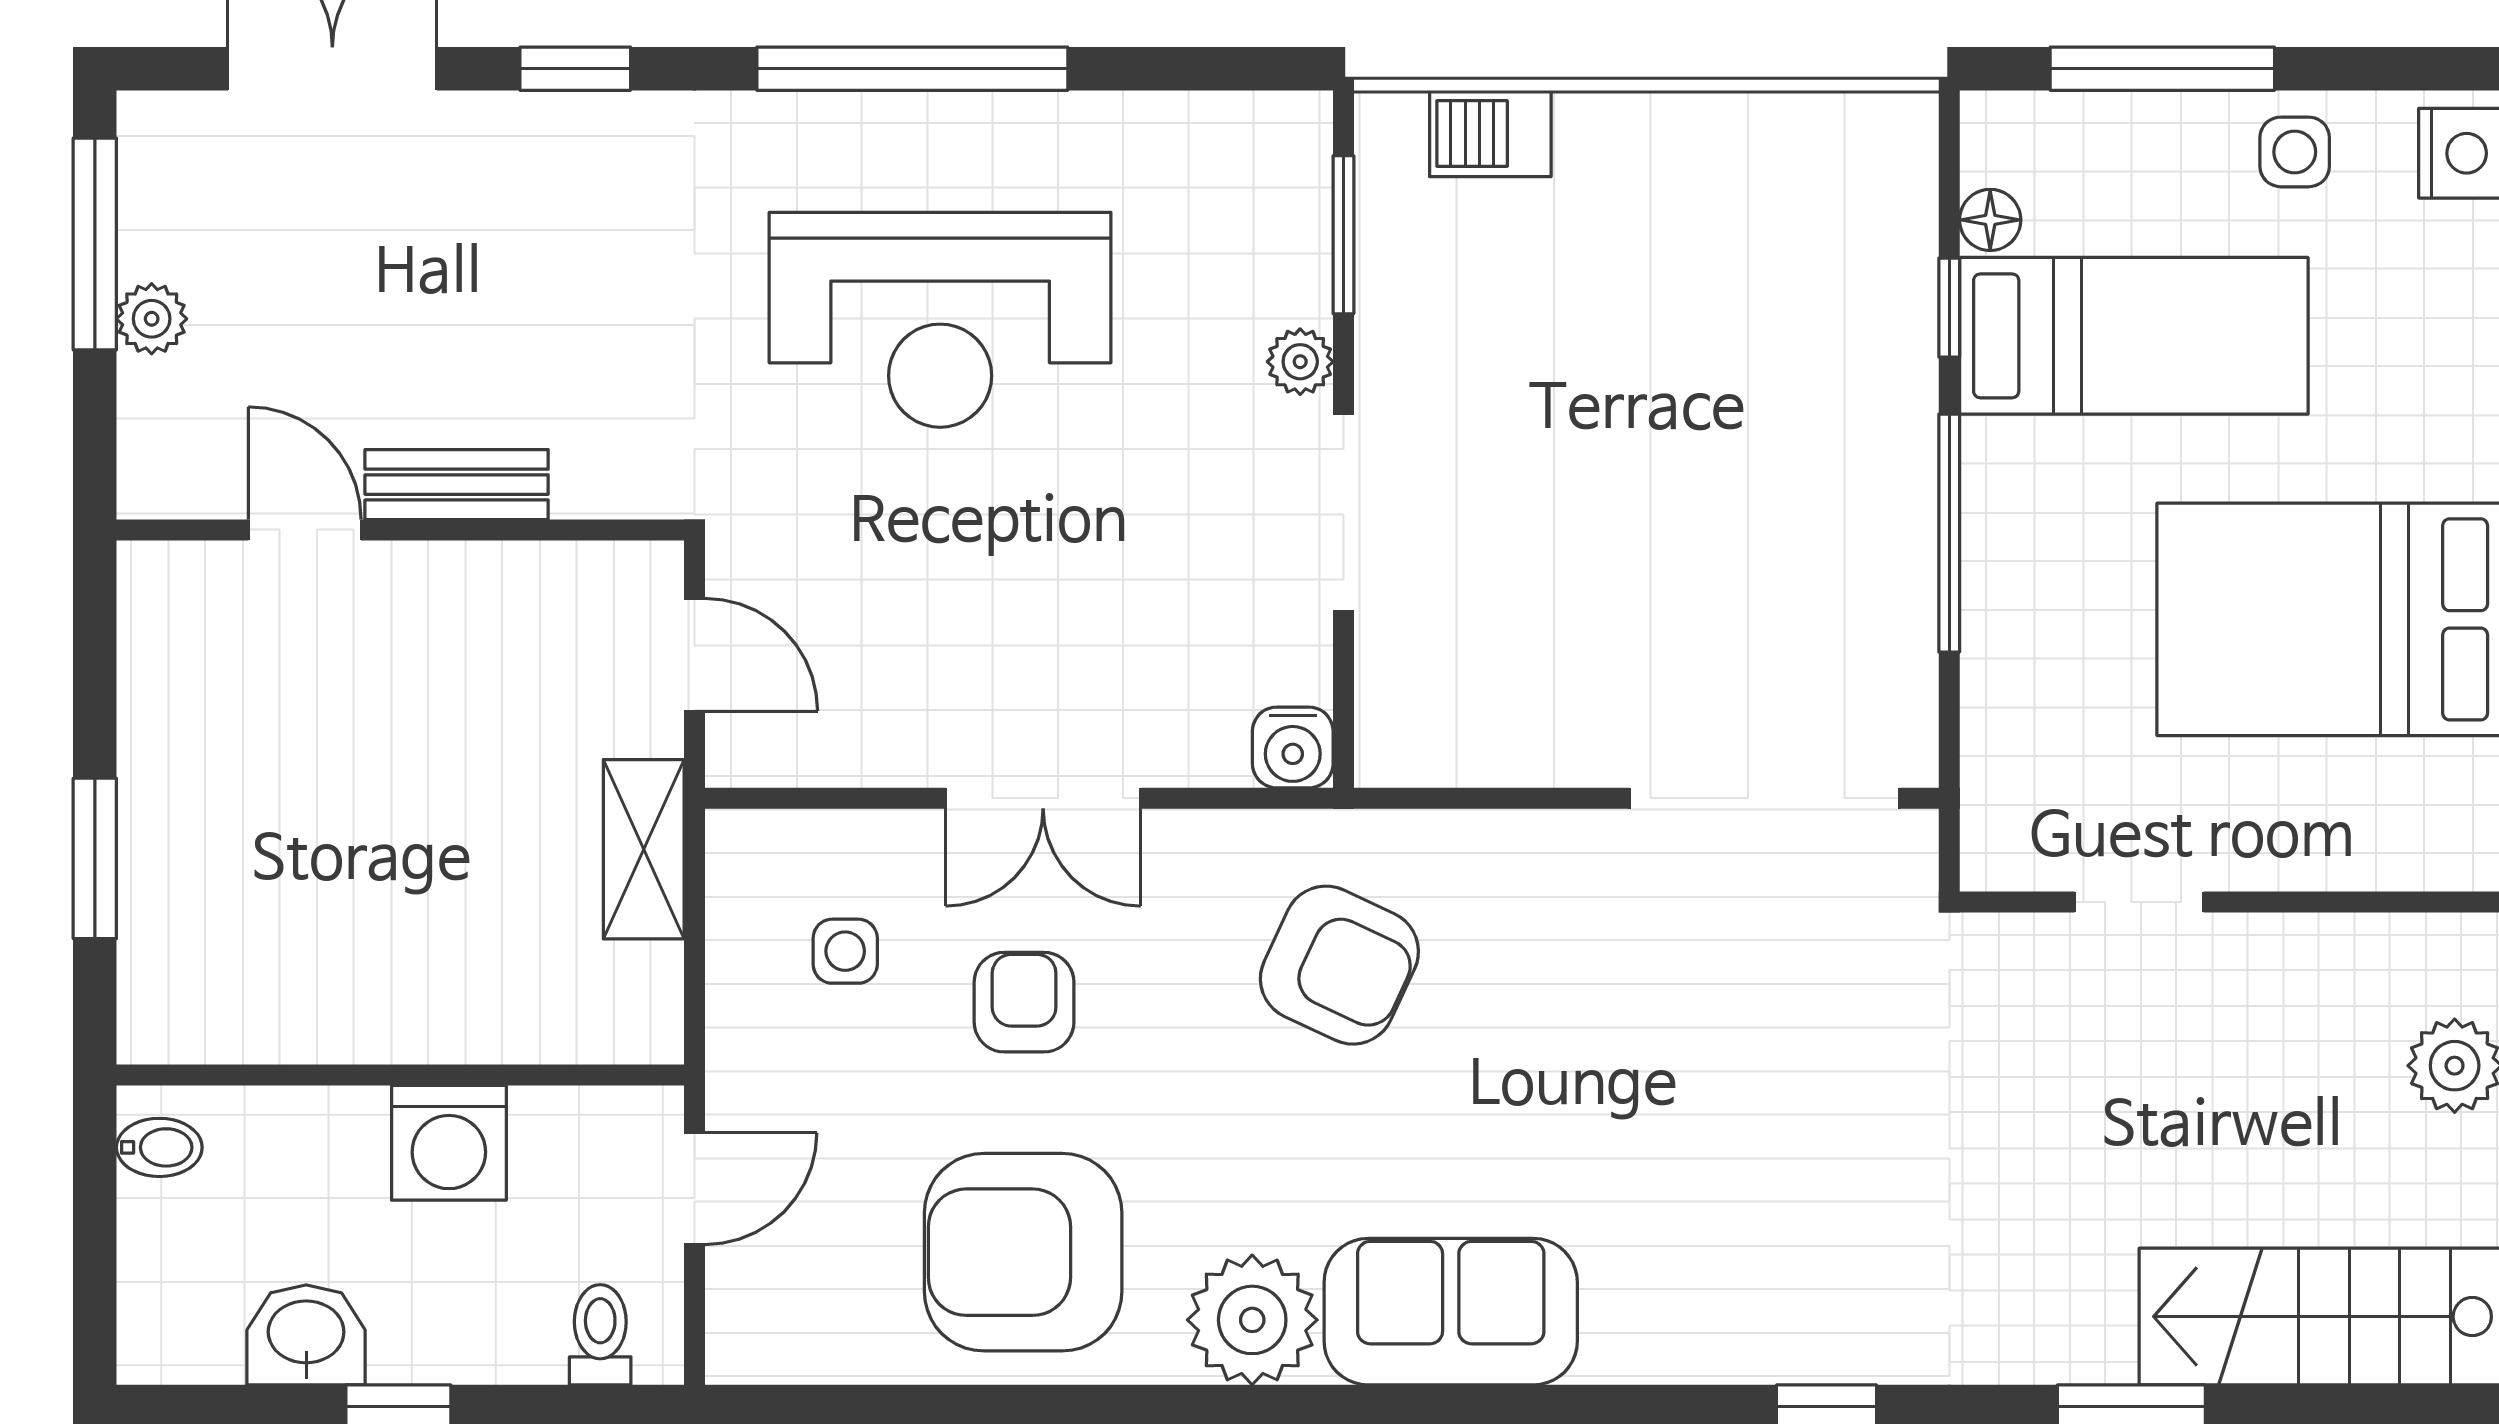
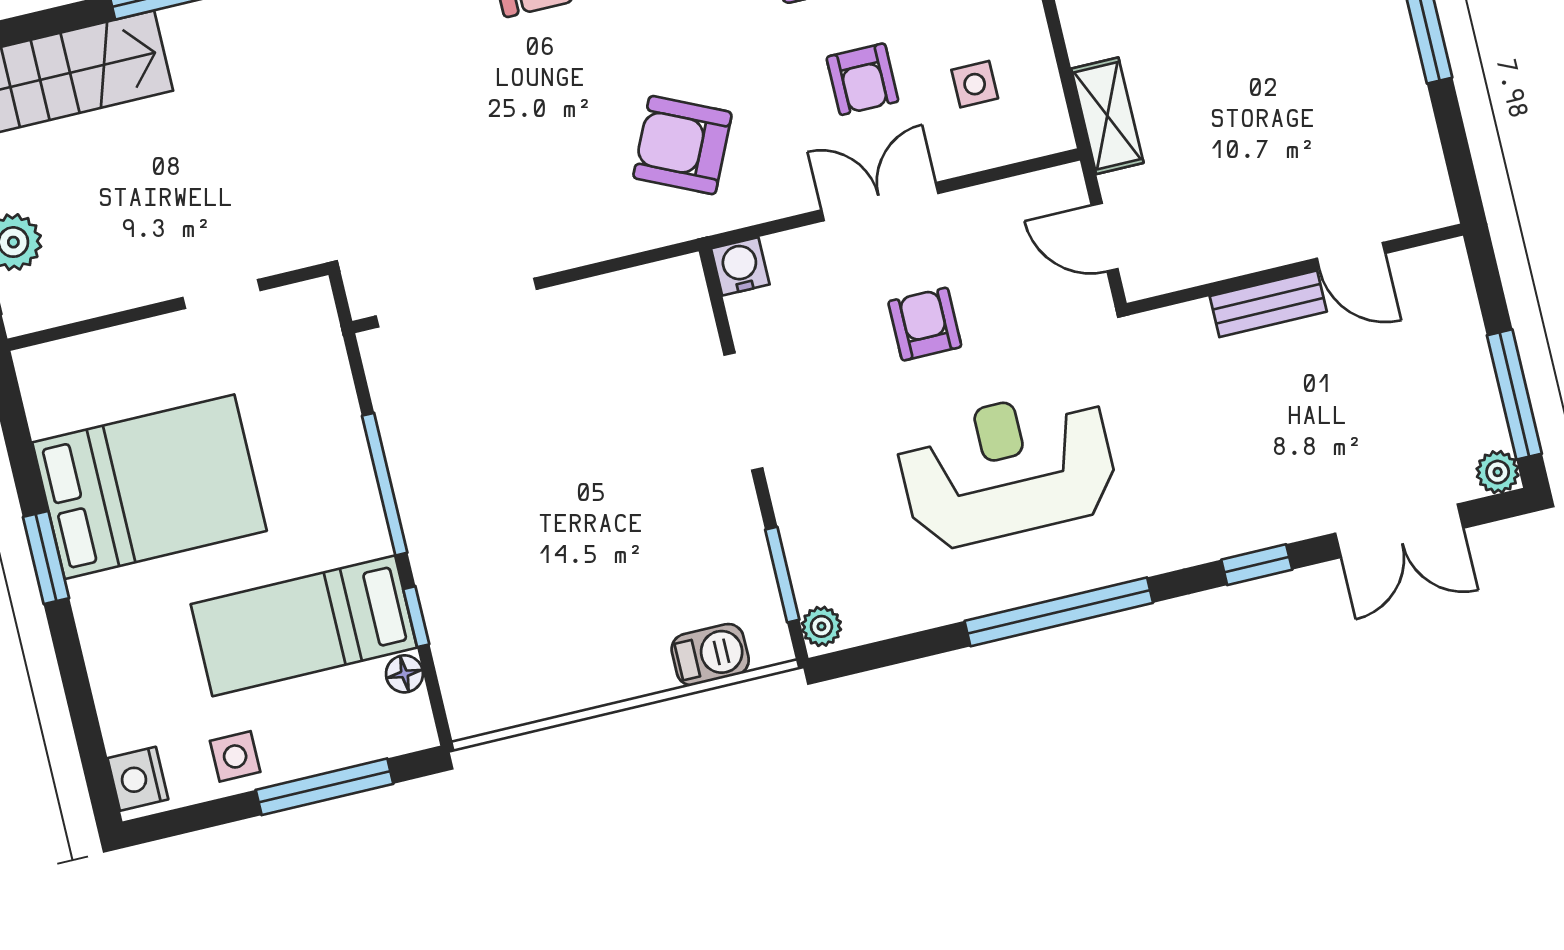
plant: (152, 319) -> (1498, 472), moved
plant: (1300, 362) -> (821, 626), moved
armchair: (1018, 584) -> (925, 324), added

